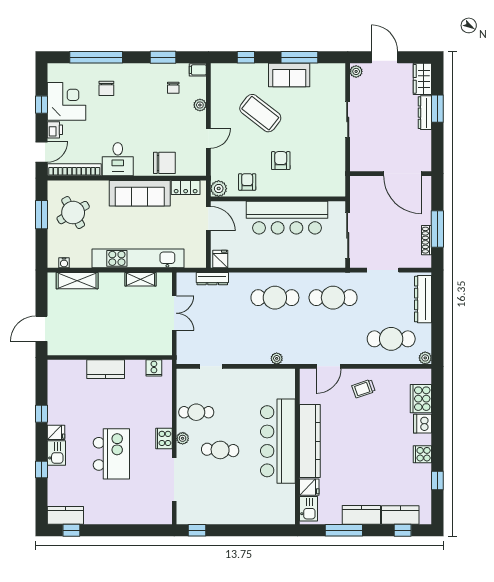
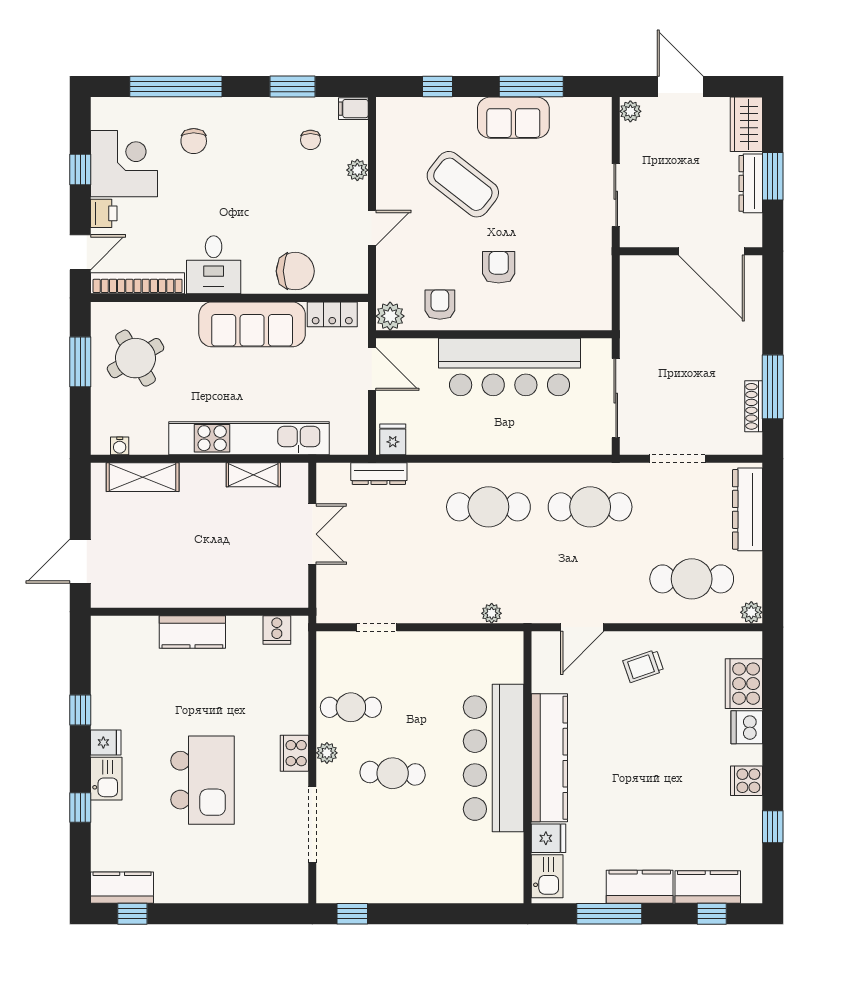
wall: (391, 174) -> (691, 251), moved
door: (402, 174) -> (711, 251), moved

